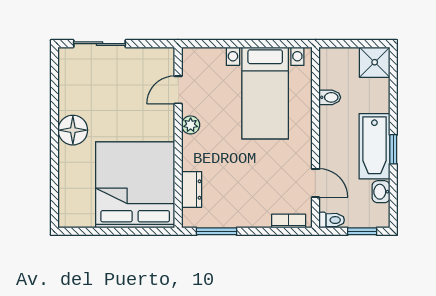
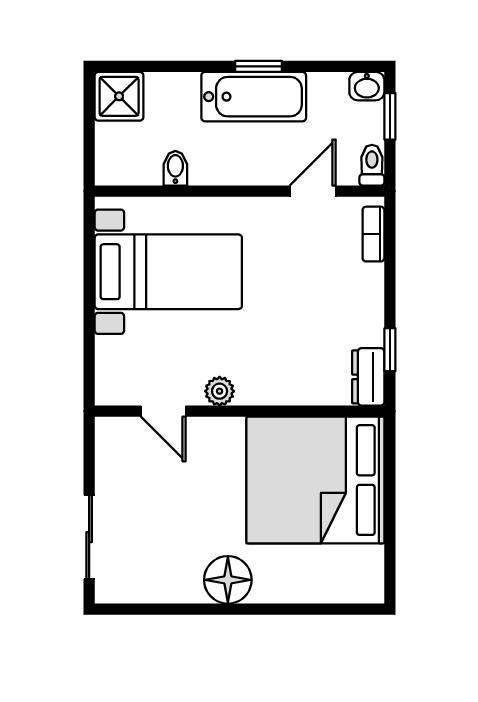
dresser: (192, 190) -> (368, 377), moved, turned -90
washbasin: (381, 192) -> (367, 86), moved
window: (217, 231) -> (390, 350), width x0.67

